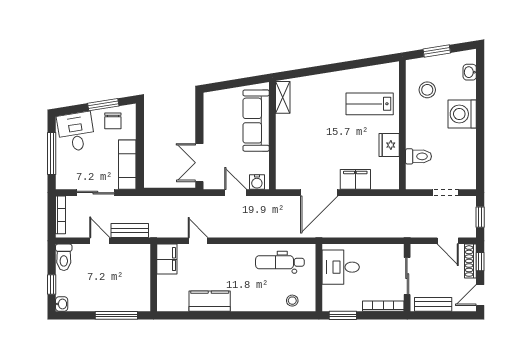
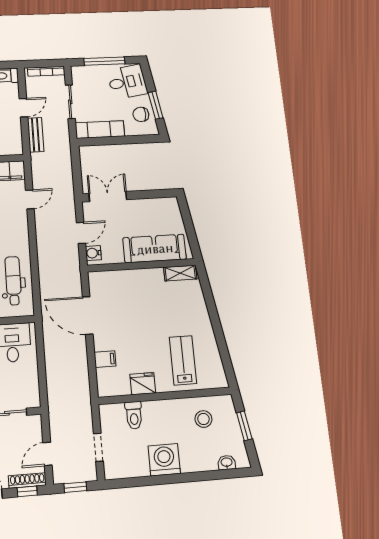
washing machine: (462, 114) -> (164, 460), moved
filing cabinet: (355, 179) -> (105, 359), width x0.50

